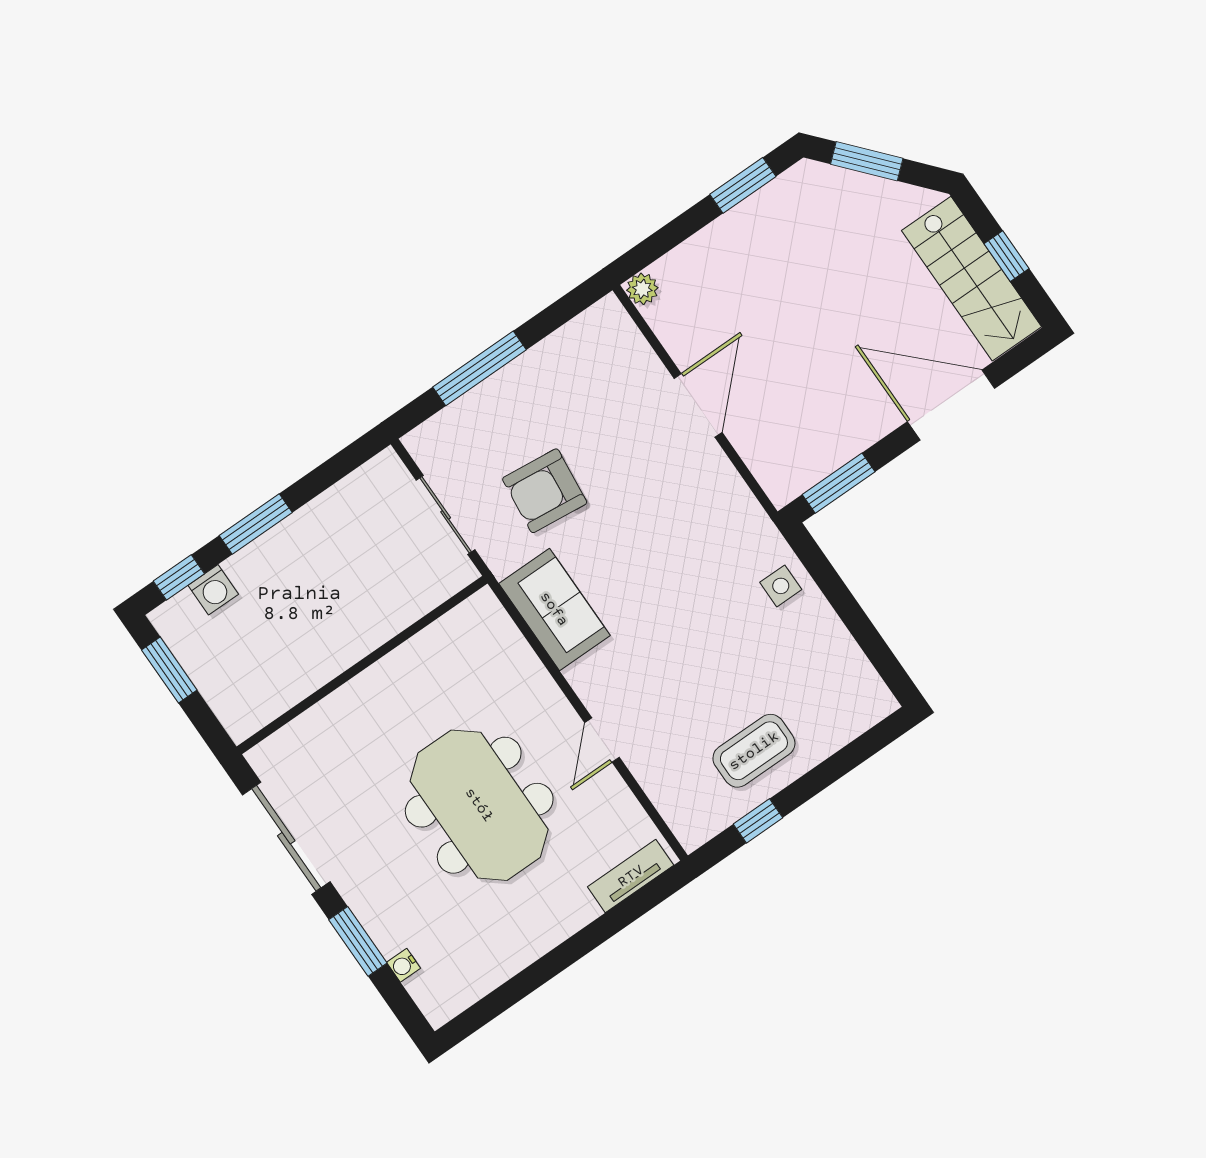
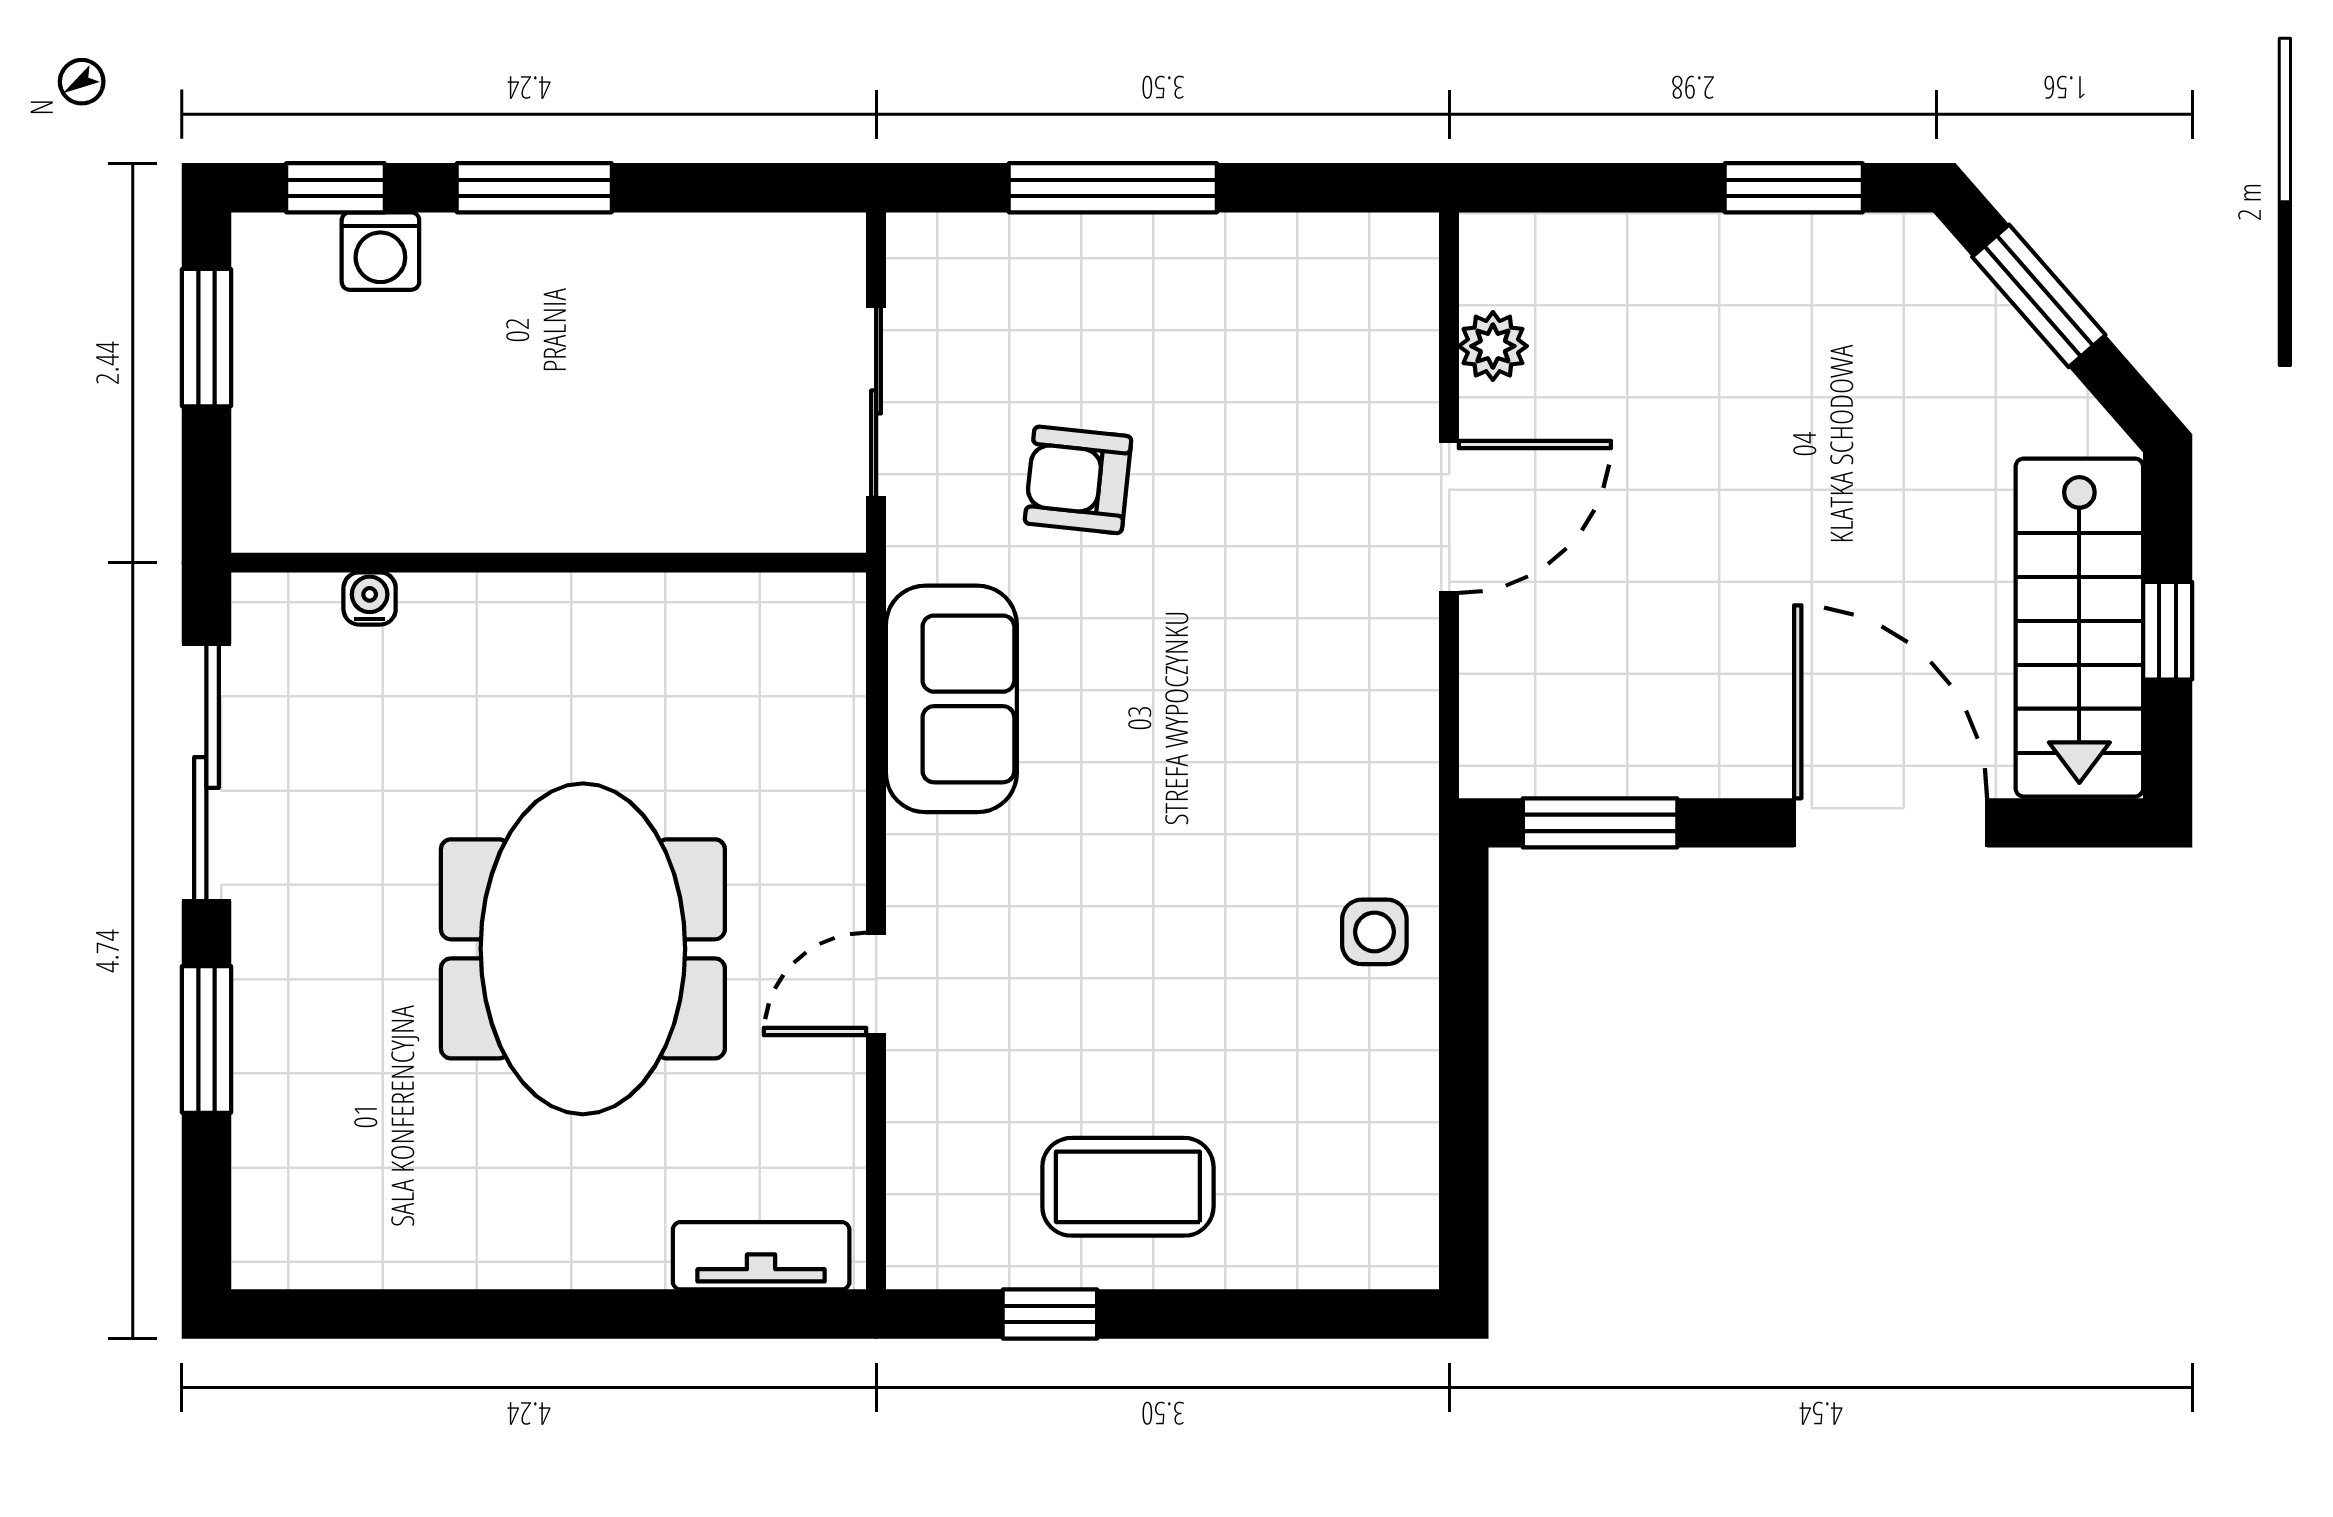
plant: (642, 289) -> (1493, 346), moved
armchair: (545, 491) -> (1078, 480), width x0.72, depth x0.72
water cooler: (404, 965) -> (370, 599), moved, turned 90

